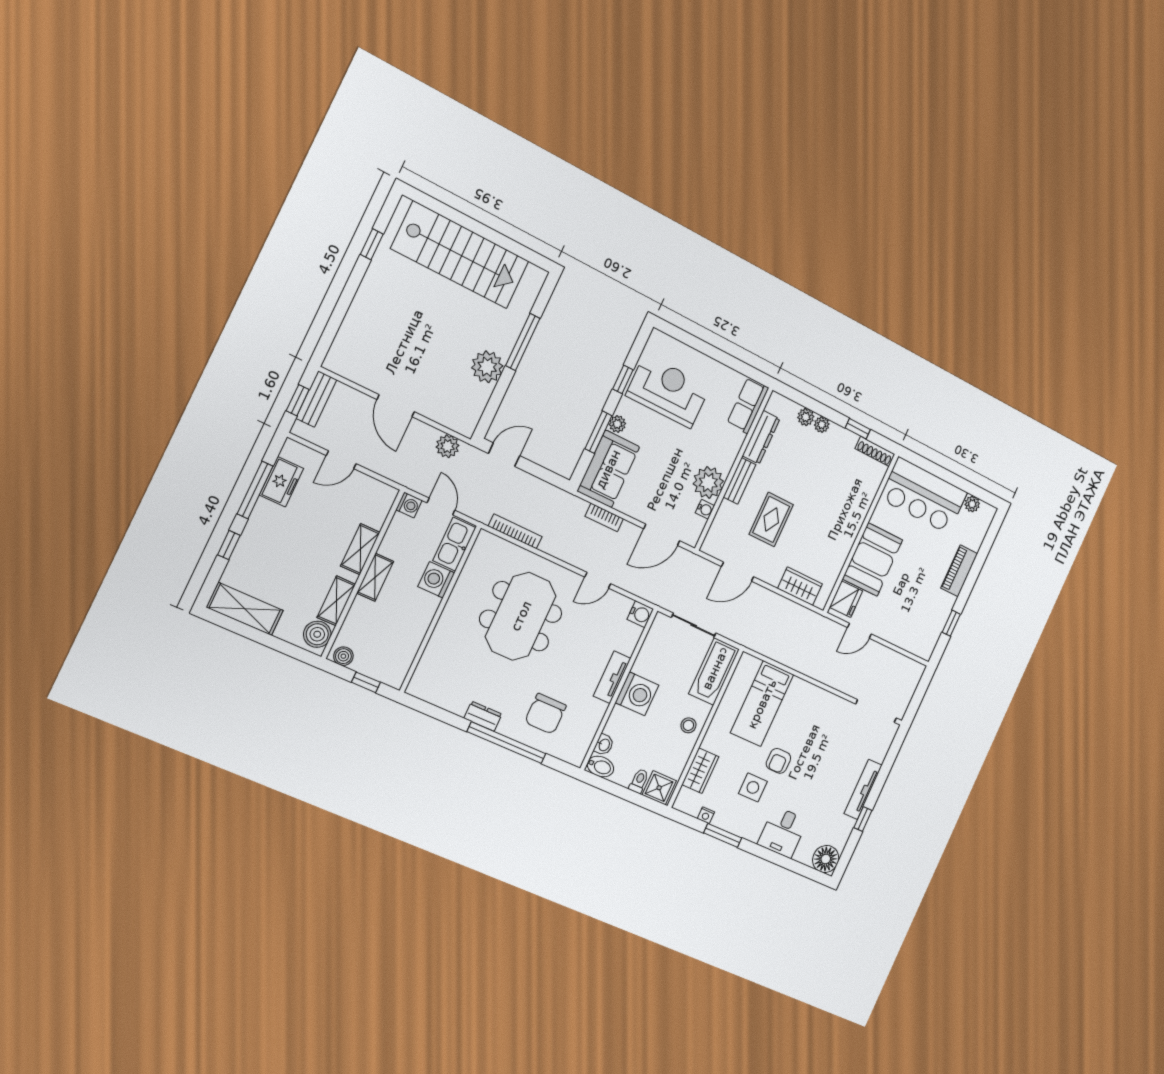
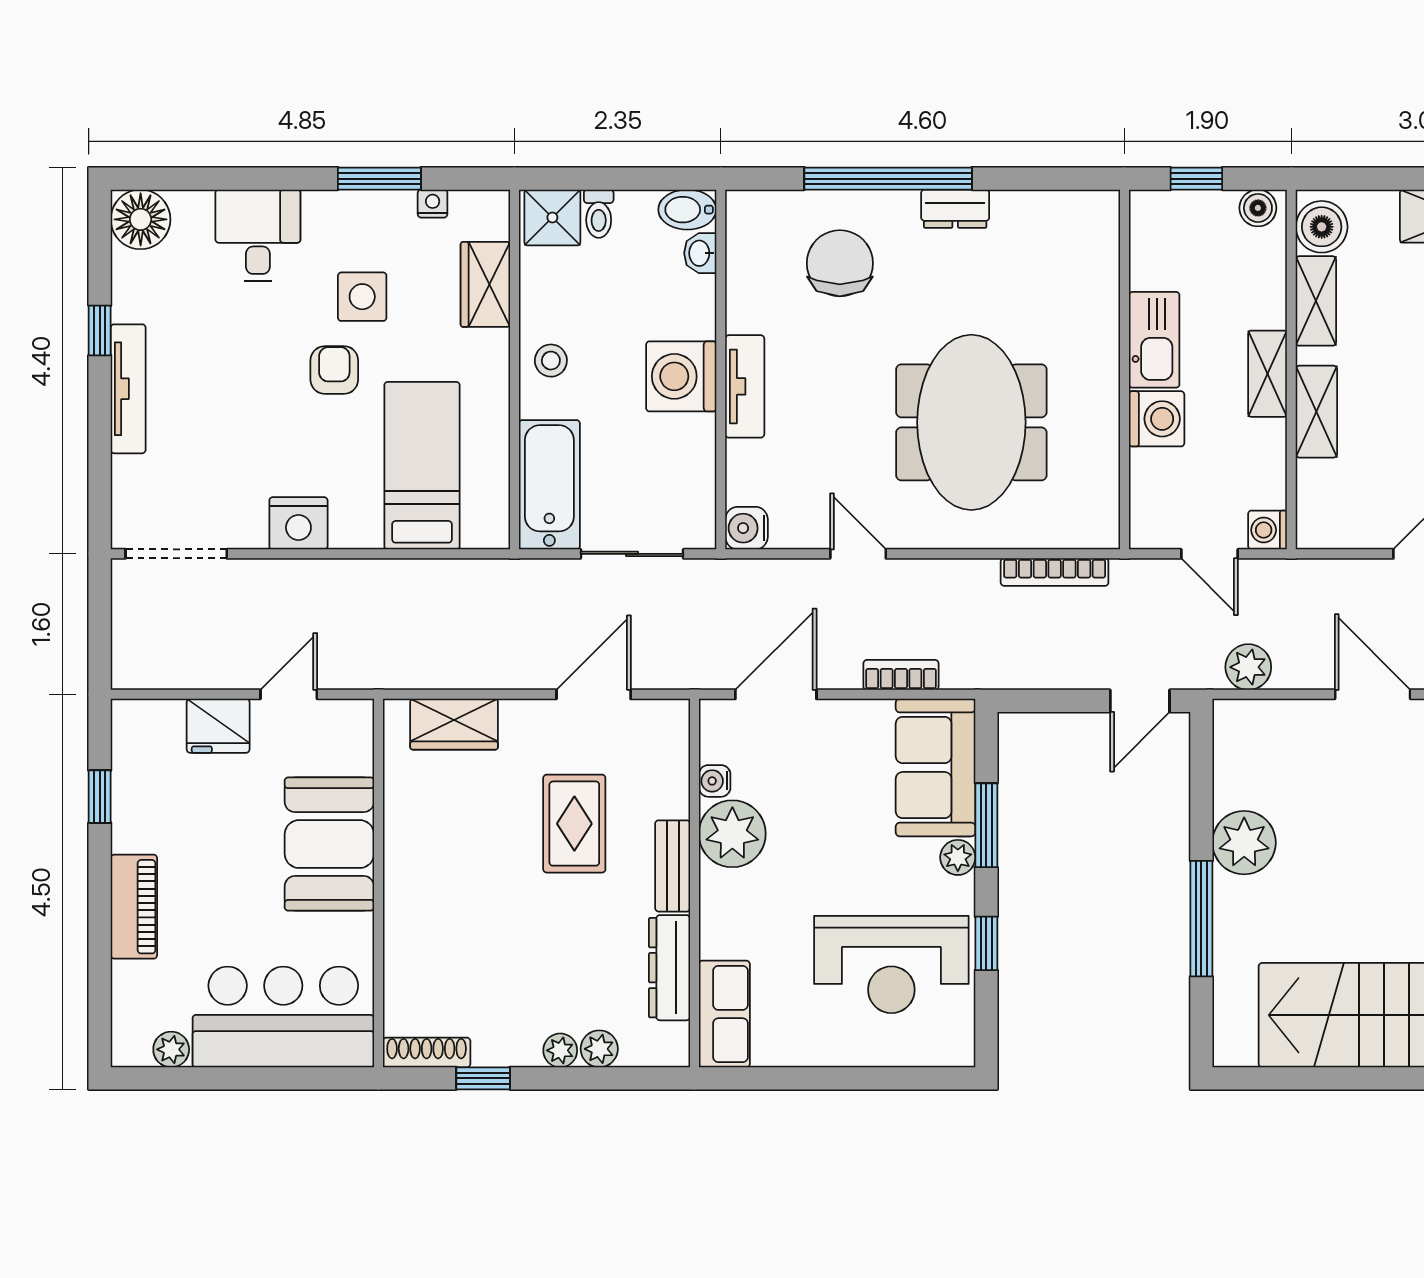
kitchen sink: (454, 544) -> (1154, 340), moved
door: (598, 580) -> (858, 554), hinge flipped
fridge: (846, 599) -> (218, 726), moved, turned -90
nightstand: (823, 702) -> (298, 523), added

